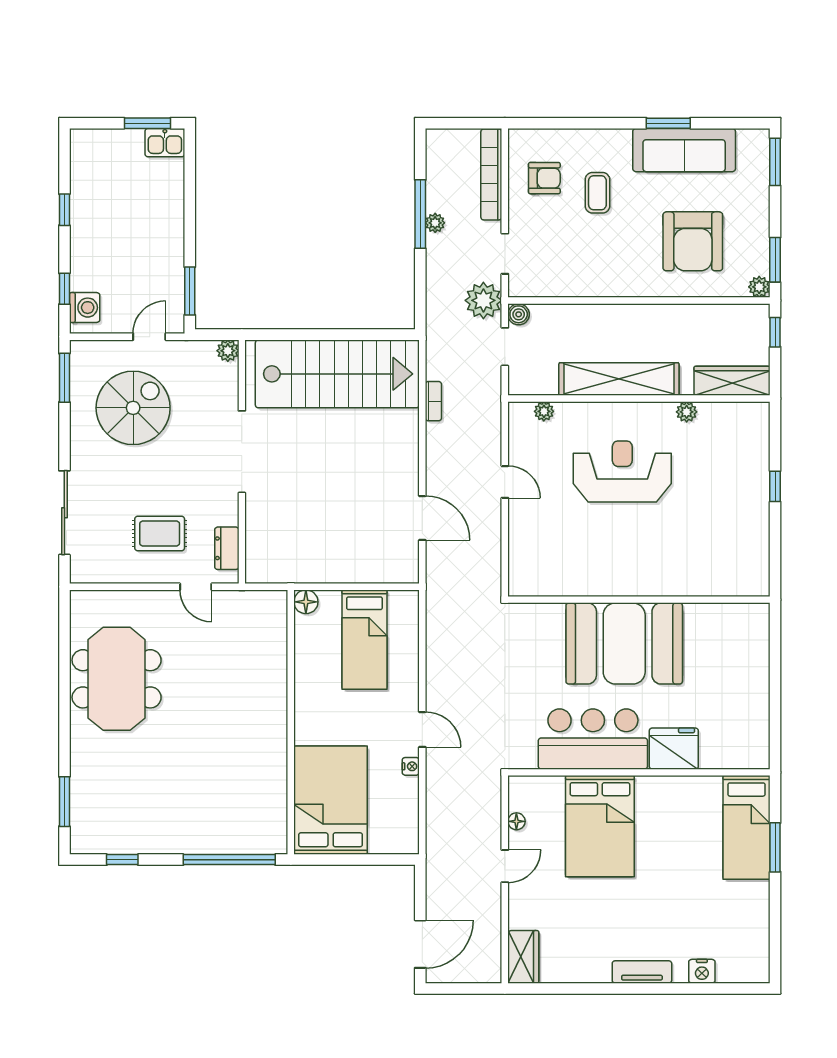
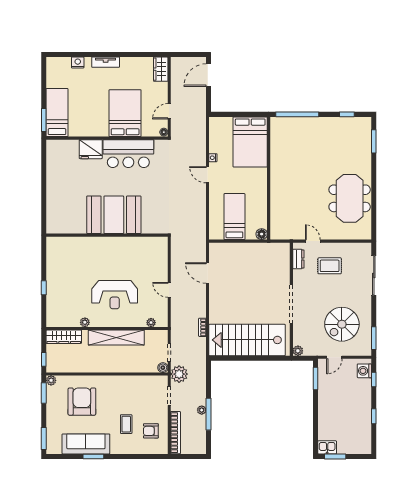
bar counter: (593, 739) -> (128, 154), moved
fridge: (674, 749) -> (91, 149), moved
wall: (639, 772) -> (107, 138), moved
bed: (600, 826) -> (125, 113), moved
bed: (746, 827) -> (57, 113), moved

